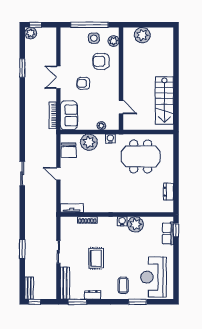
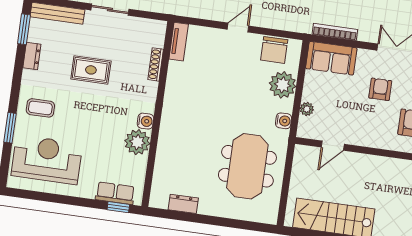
chair: (69, 150) -> (274, 50), turned -90

